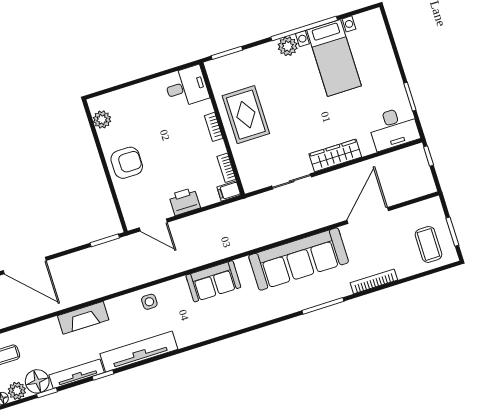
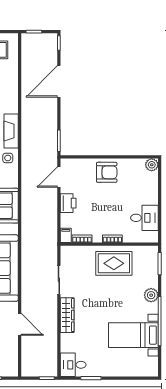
plant: (288, 46) -> (151, 295), moved
desk: (186, 87) -> (144, 218), moved, turned -90
plant: (102, 120) -> (152, 165), moved
desk: (394, 128) -> (73, 365), width x0.73
armchair: (127, 163) -> (107, 172), turned -90
door: (368, 215) -> (20, 324), width x0.73
fireplace: (83, 318) -> (11, 131), moved

